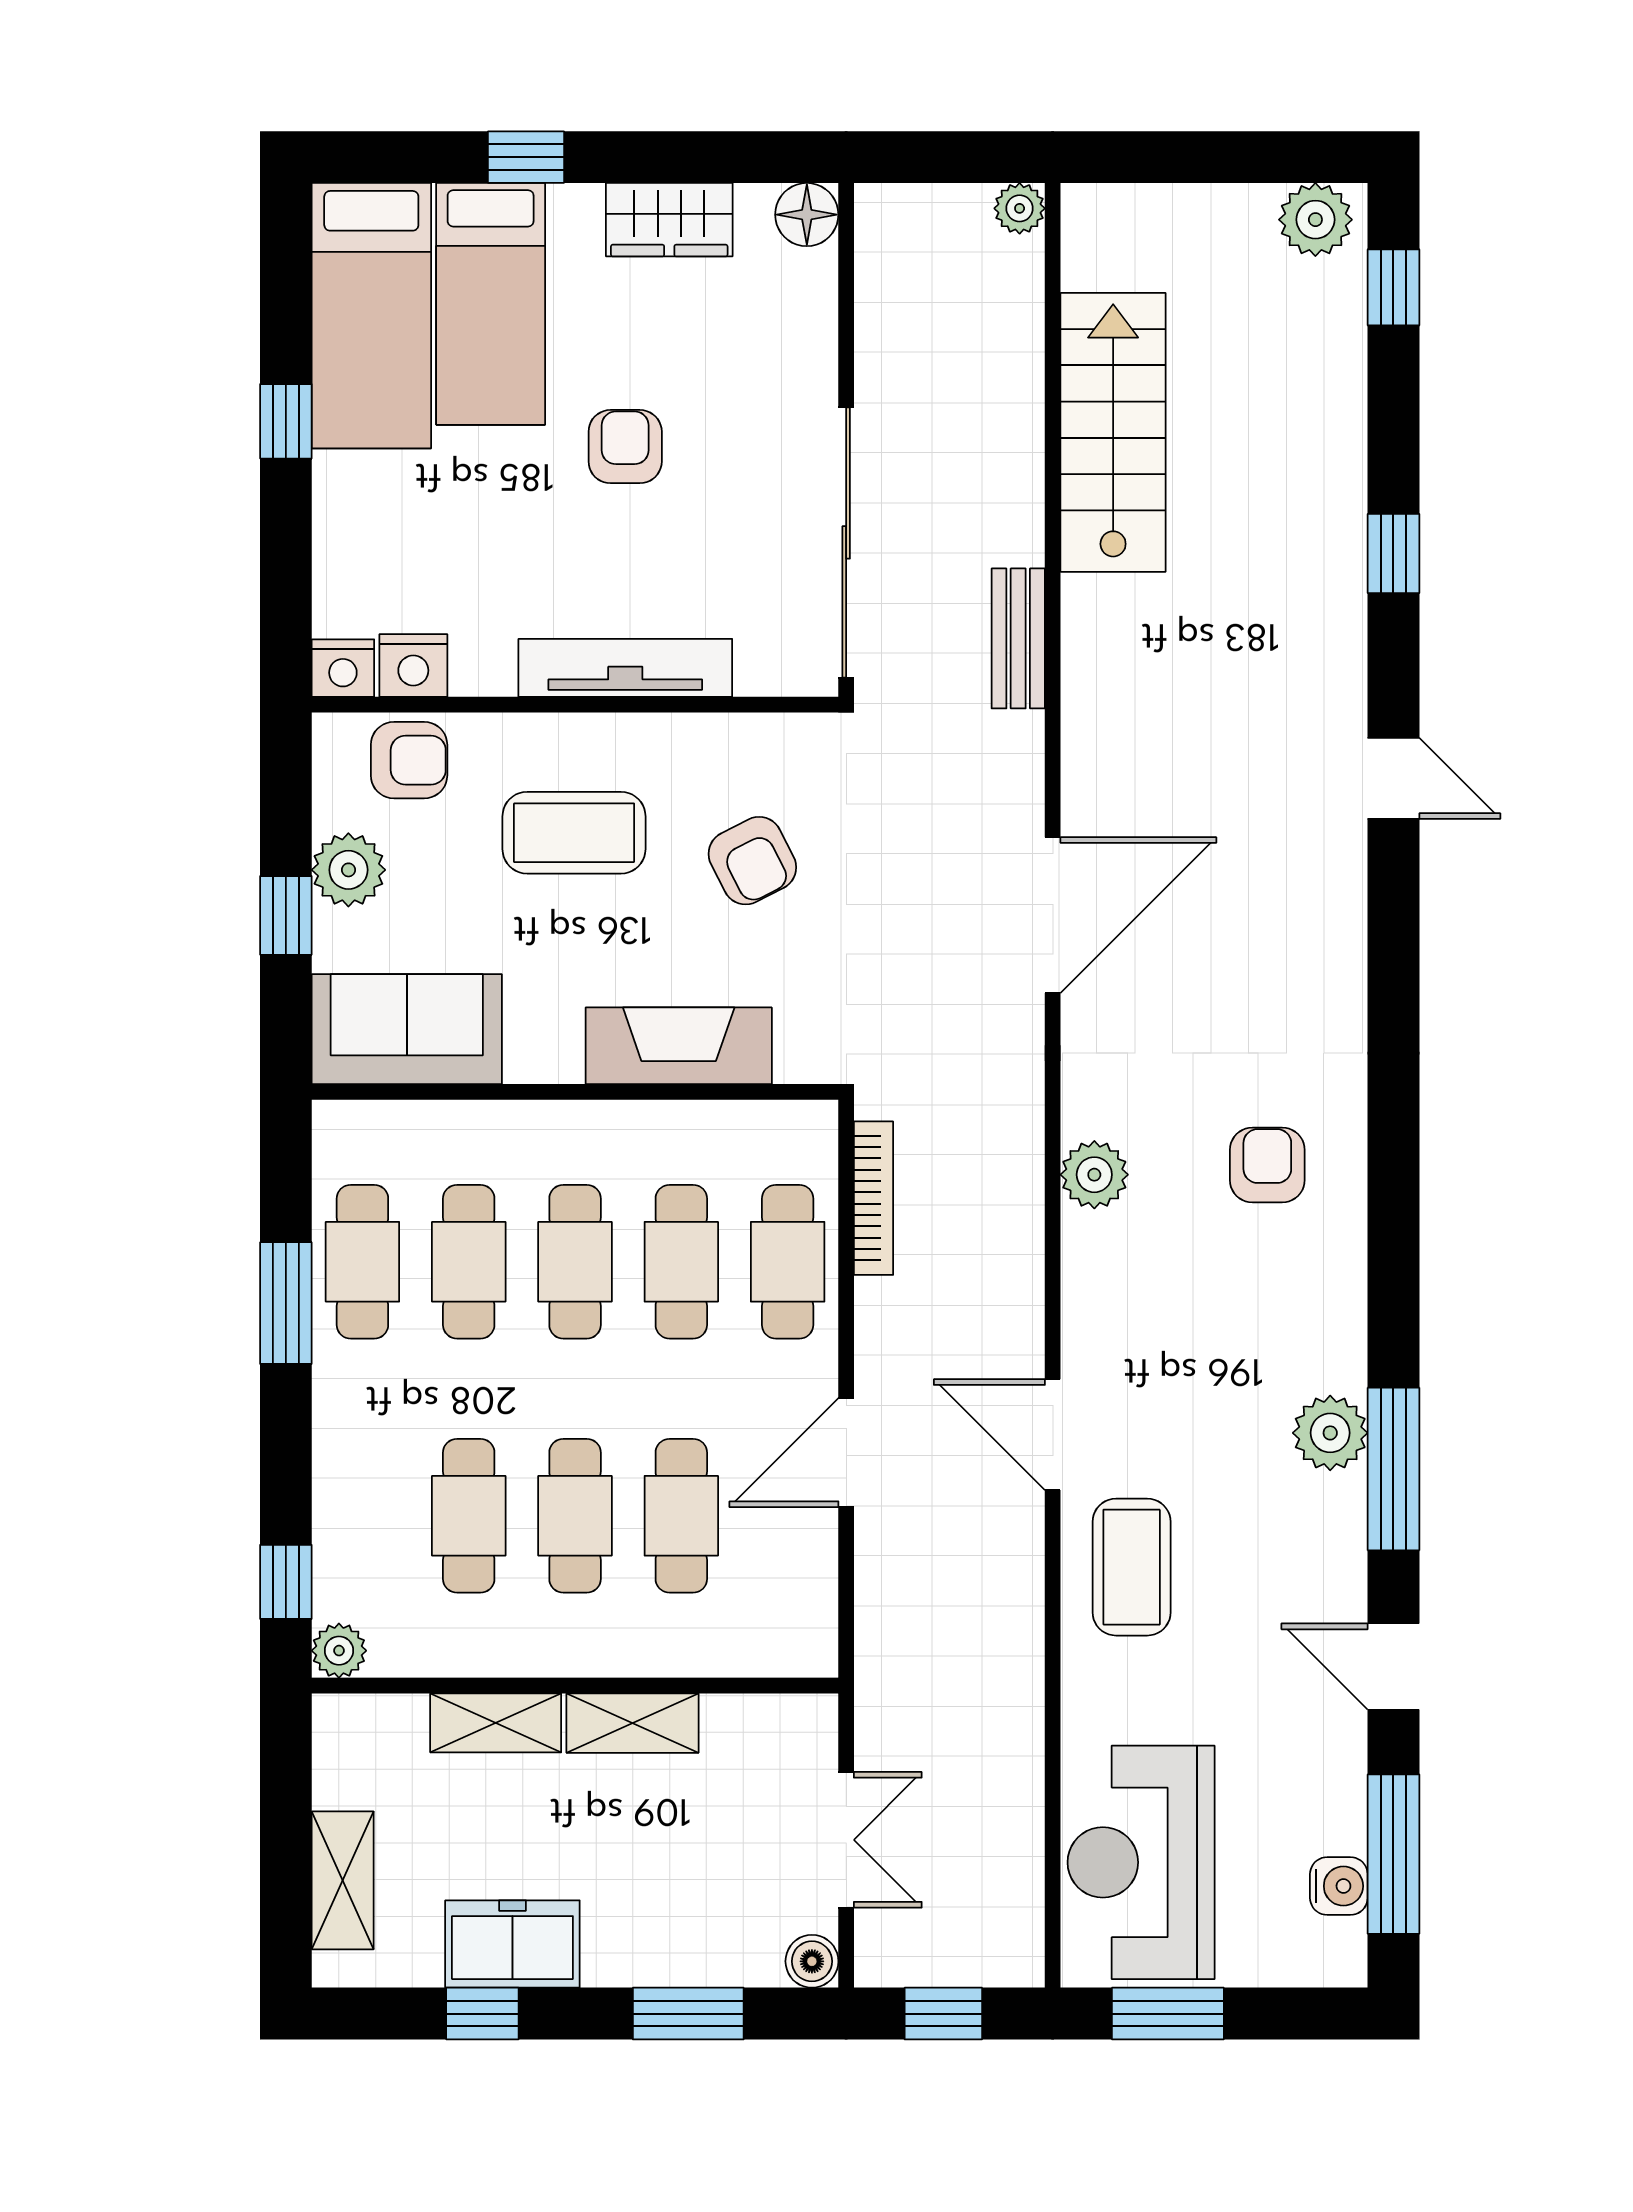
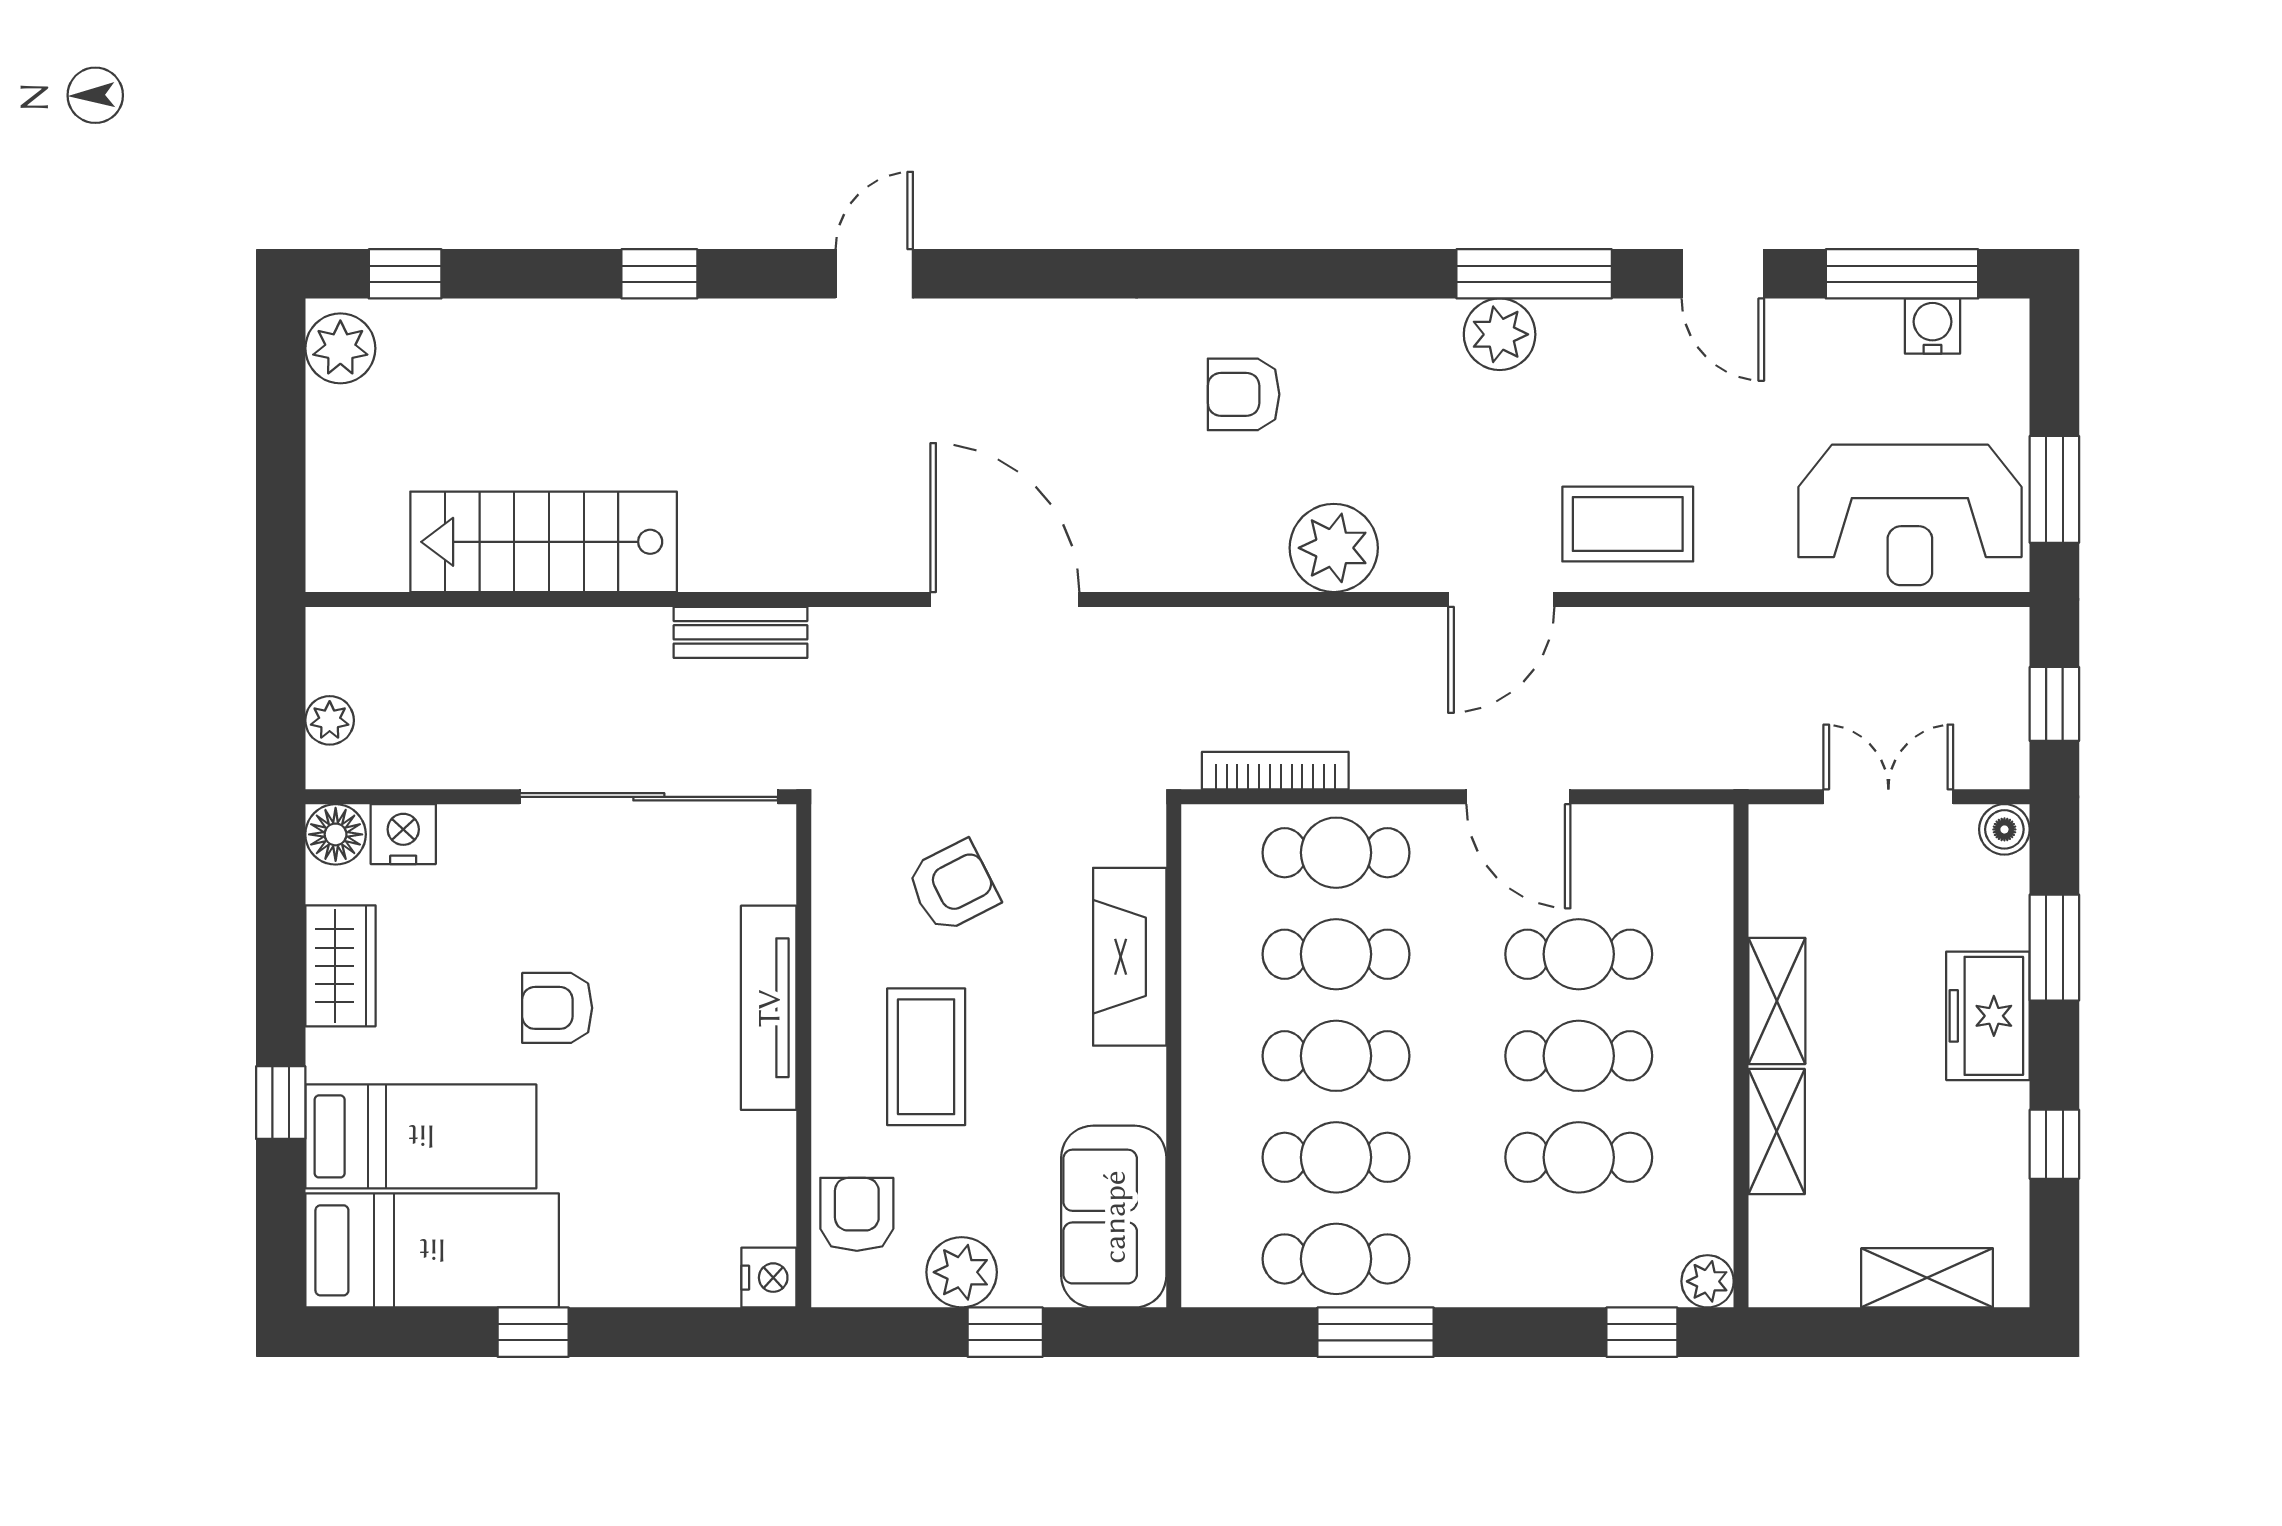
plant: (1020, 208) -> (330, 720), moved
nightstand: (413, 665) -> (403, 834), moved, turned -90
plant: (1094, 1175) -> (1334, 548), moved, width x1.36, depth x1.36
door: (1393, 1667) -> (1723, 274), hinge flipped
freezer: (512, 1944) -> (1988, 1016), moved

